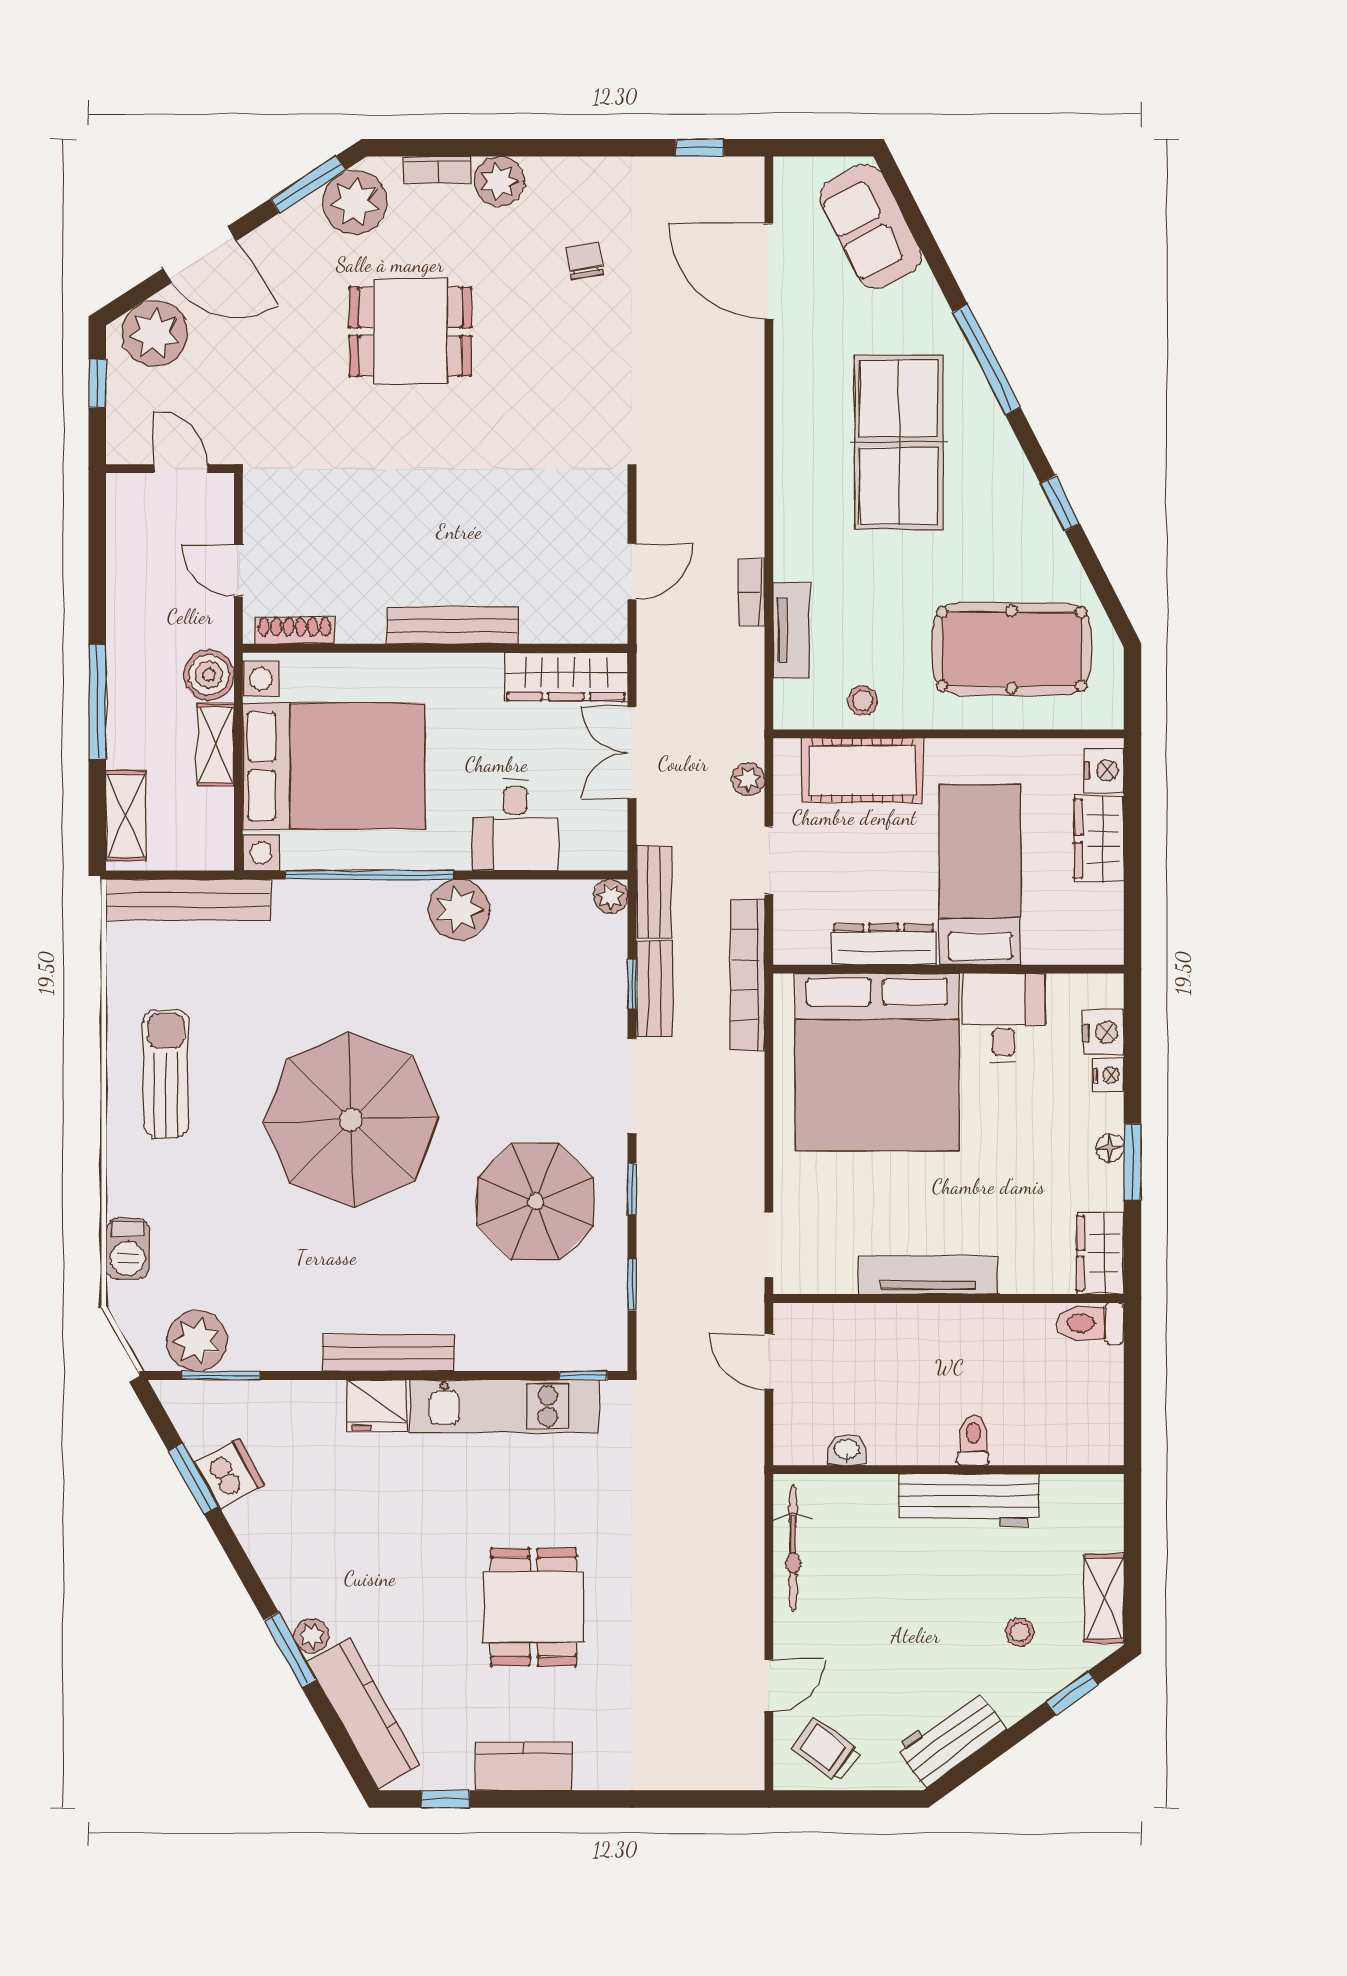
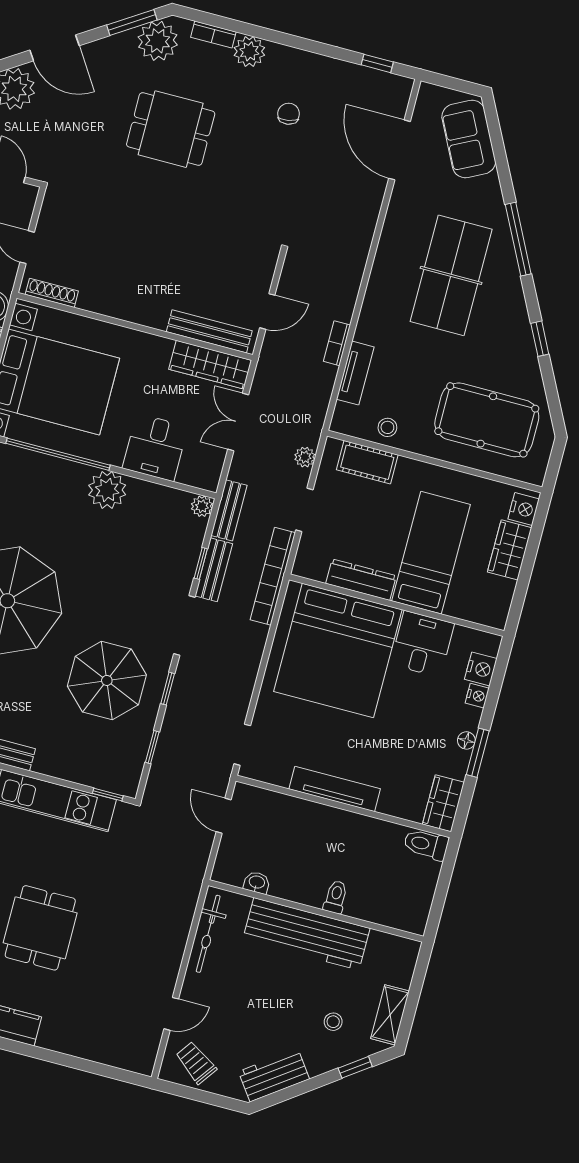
bench: (453, 626) -> (209, 331), moved
cot: (862, 770) -> (367, 462), width x0.73, depth x0.75
workbench: (969, 1500) -> (306, 934), width x1.36, depth x1.32

